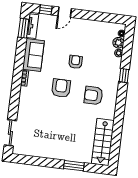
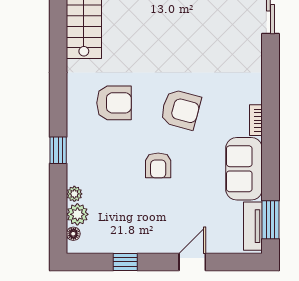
window: (46, 10) -> (125, 262), moved
armchair: (61, 88) -> (181, 110), turned -75

